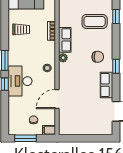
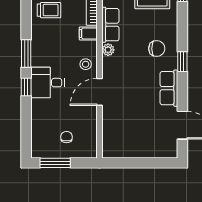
desk: (20, 81) -> (48, 83), width x0.73
door: (57, 99) -> (100, 92), moved
filing cabinet: (49, 130) -> (88, 33), moved

